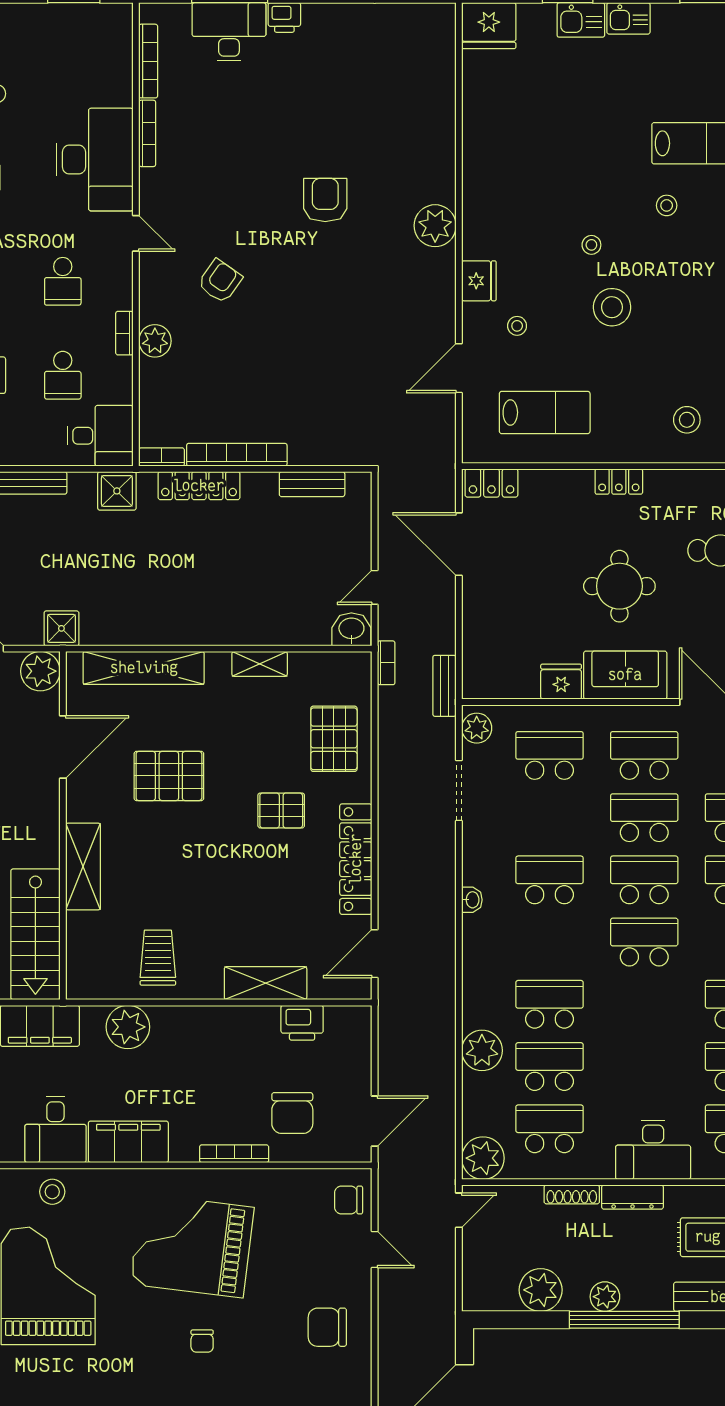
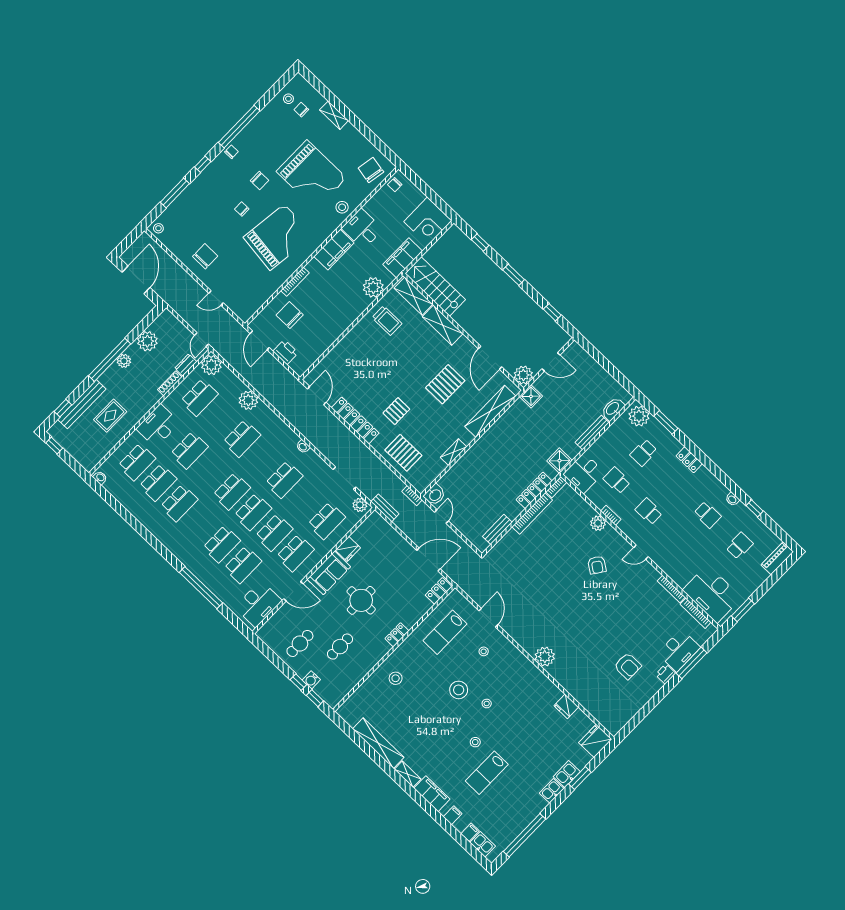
desk: (95, 160) -> (712, 594), moved
armchair: (325, 200) -> (628, 666), moved
fridge: (479, 281) -> (566, 706), moved
shelving: (266, 983) -> (413, 296), moved, turned 90
printer: (302, 1023) -> (286, 352), moved, turned 90
school desk: (549, 1067) -> (189, 450), moved
dresser: (633, 1197) -> (186, 365), moved, width x0.70
chair: (349, 1200) -> (260, 181), moved, turned 90

